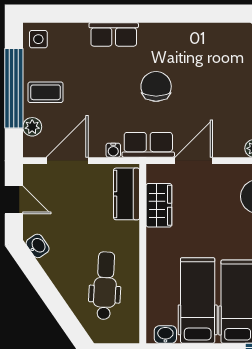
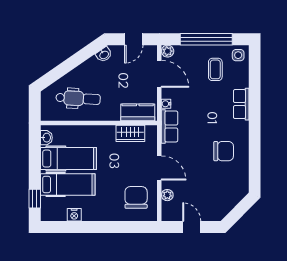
chair: (156, 86) -> (224, 151), moved
coffee table: (46, 92) -> (215, 69), moved
plant: (32, 127) -> (168, 51), moved
door: (194, 161) -> (159, 168), moved

